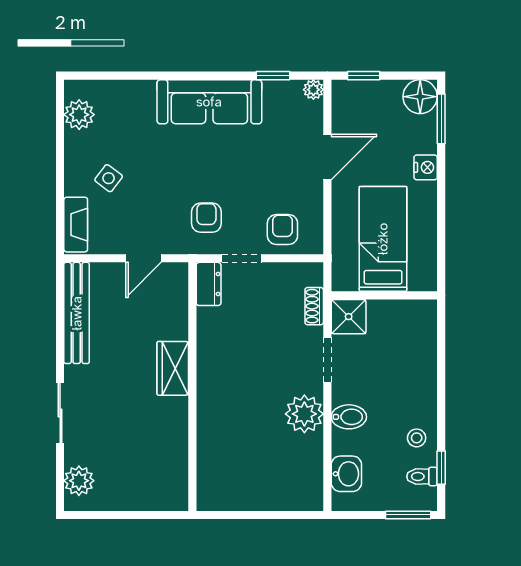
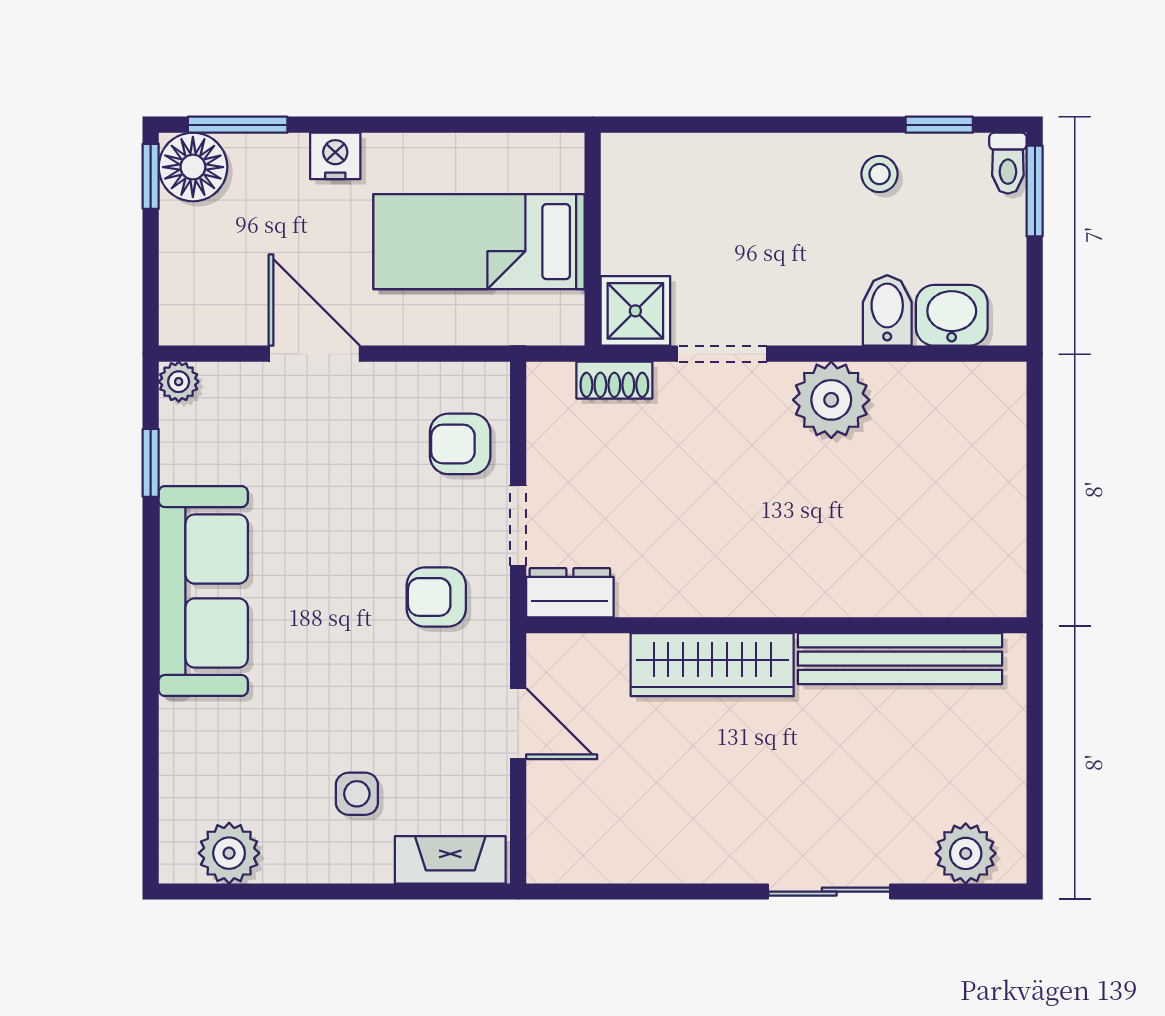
window: (364, 76) -> (151, 176), moved
side table: (109, 178) -> (357, 794), turned -37
bench: (77, 313) -> (900, 659), moved
wardrobe: (173, 368) -> (712, 665), width x1.50
bidet: (349, 417) -> (887, 310), moved
toilet: (422, 477) -> (1008, 163), moved

